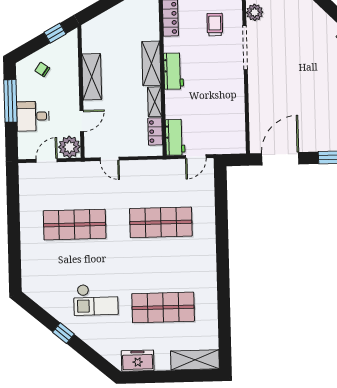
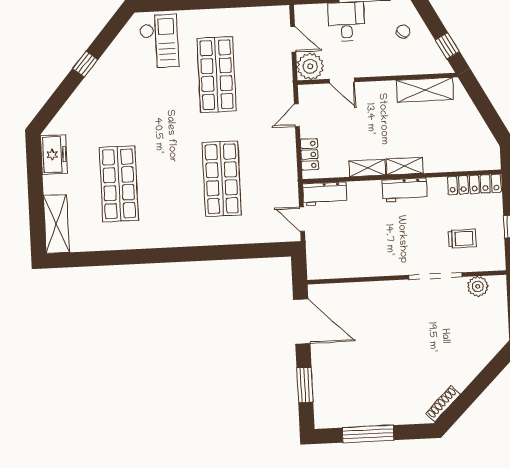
shelving: (151, 63) -> (405, 166), width x0.67, depth x0.75
shelving: (92, 77) -> (425, 90), moved
locker: (155, 131) -> (309, 155), moved, turned 90
checkout: (96, 300) -> (159, 41), moved, turned 180

